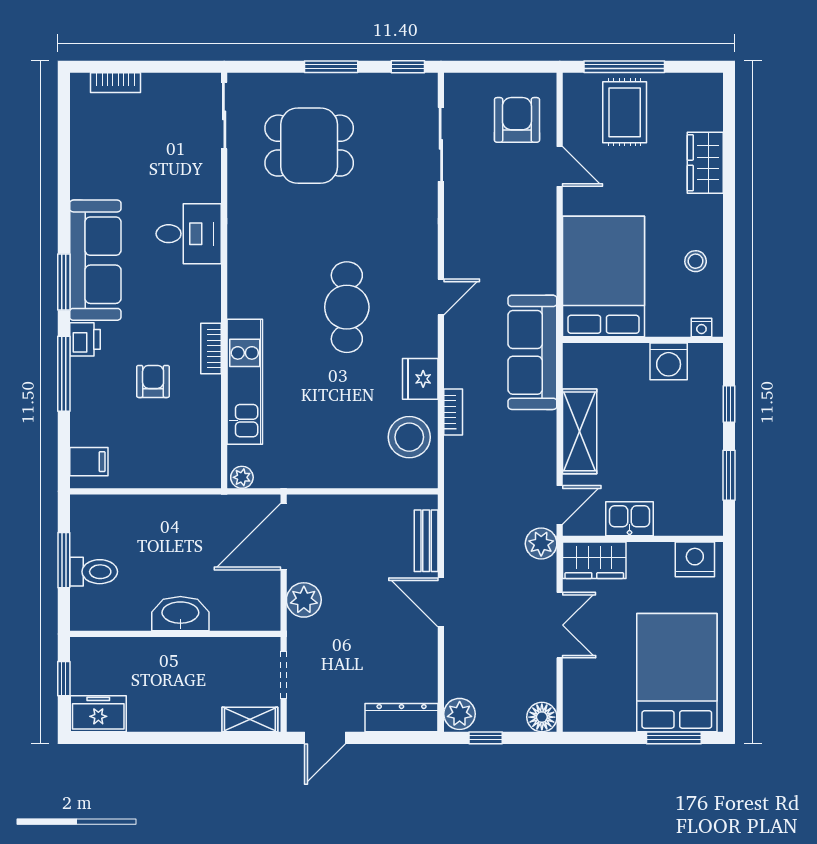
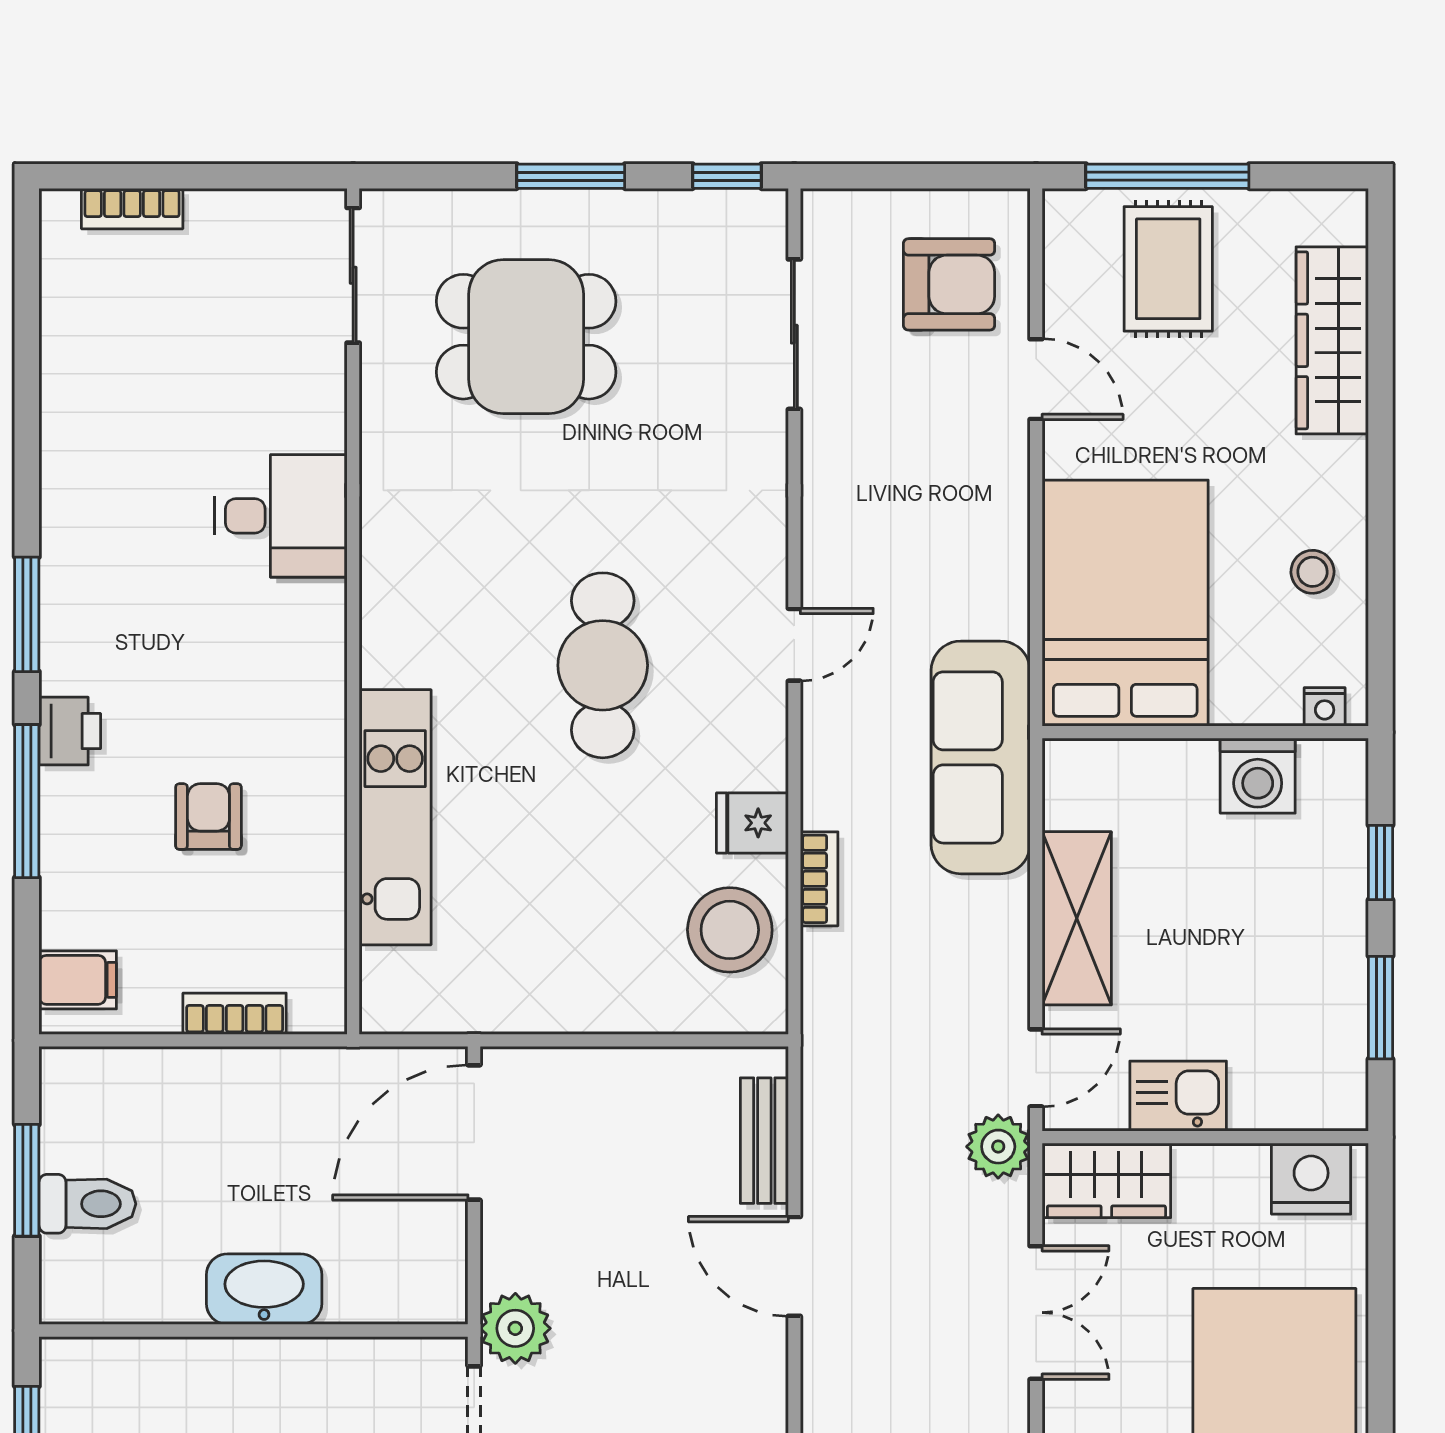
armchair: (517, 120) -> (949, 284), turned 90
wardrobe: (705, 163) -> (1332, 340), width x1.50
sofa: (95, 260) -> (91, 570), removed
bookcase: (211, 349) -> (235, 1014), moved, turned 90
fridge: (420, 379) -> (752, 823), width x0.72
plant: (242, 477) -> (389, 1012), removed
plant: (304, 600) -> (515, 1328), moved

